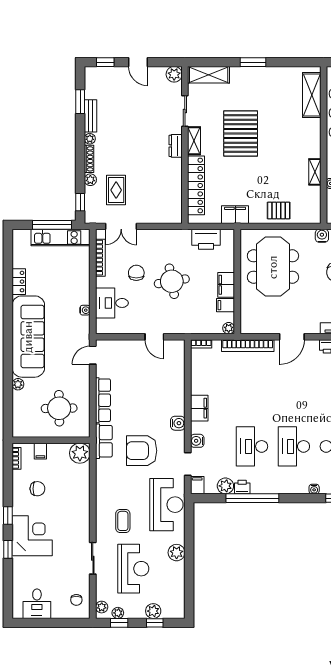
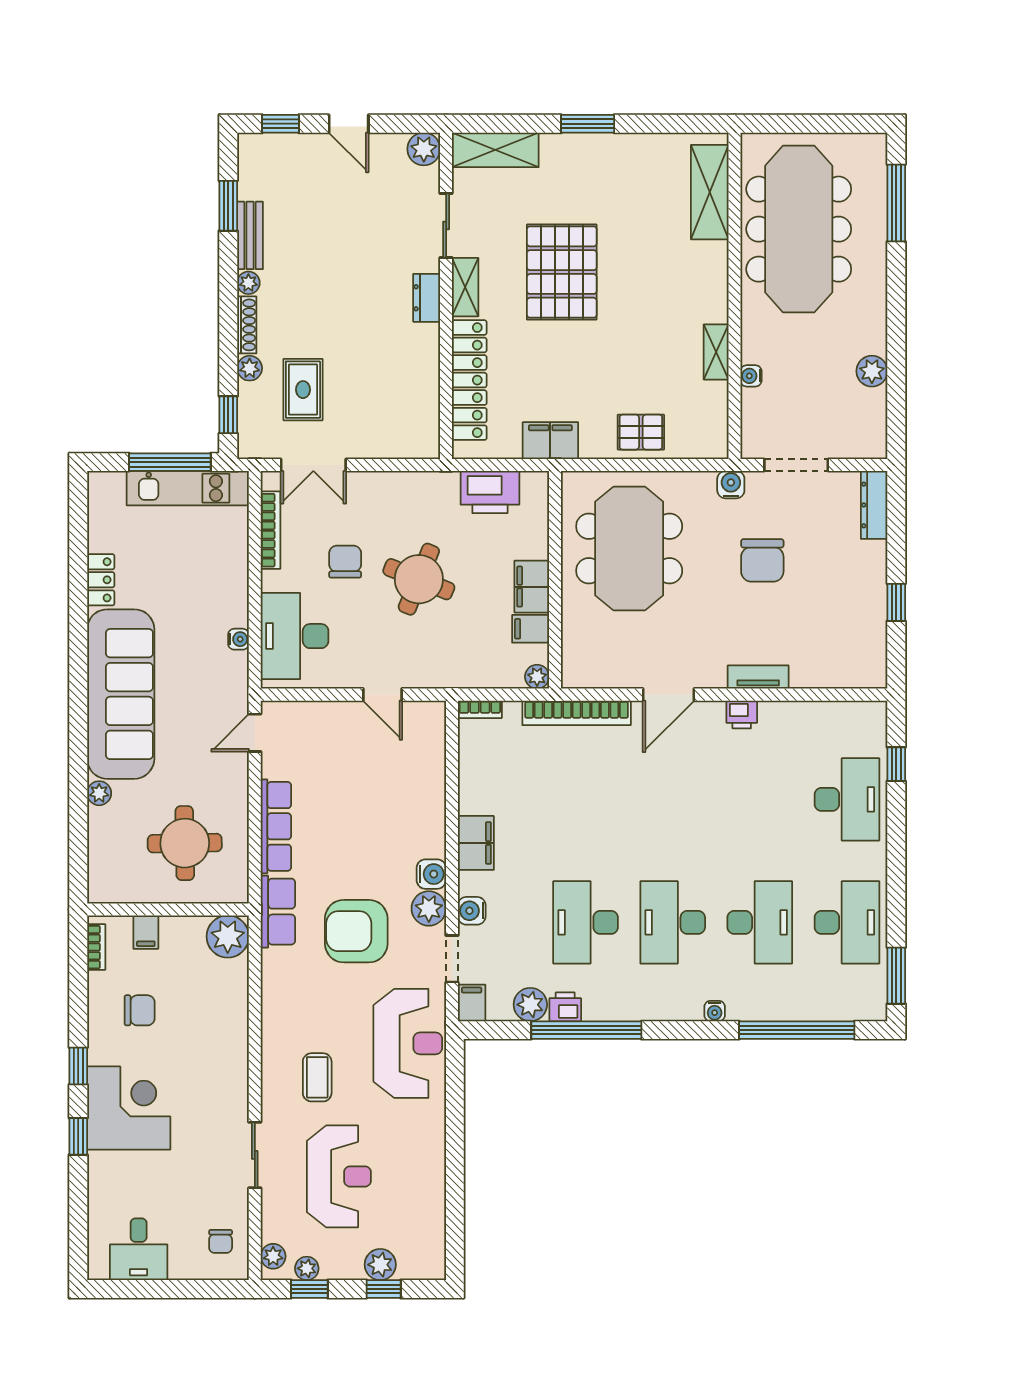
round table: (172, 281) -> (419, 579), turned 32
desk: (112, 303) -> (295, 636), width x1.37
plant: (177, 553) -> (429, 908), moved

